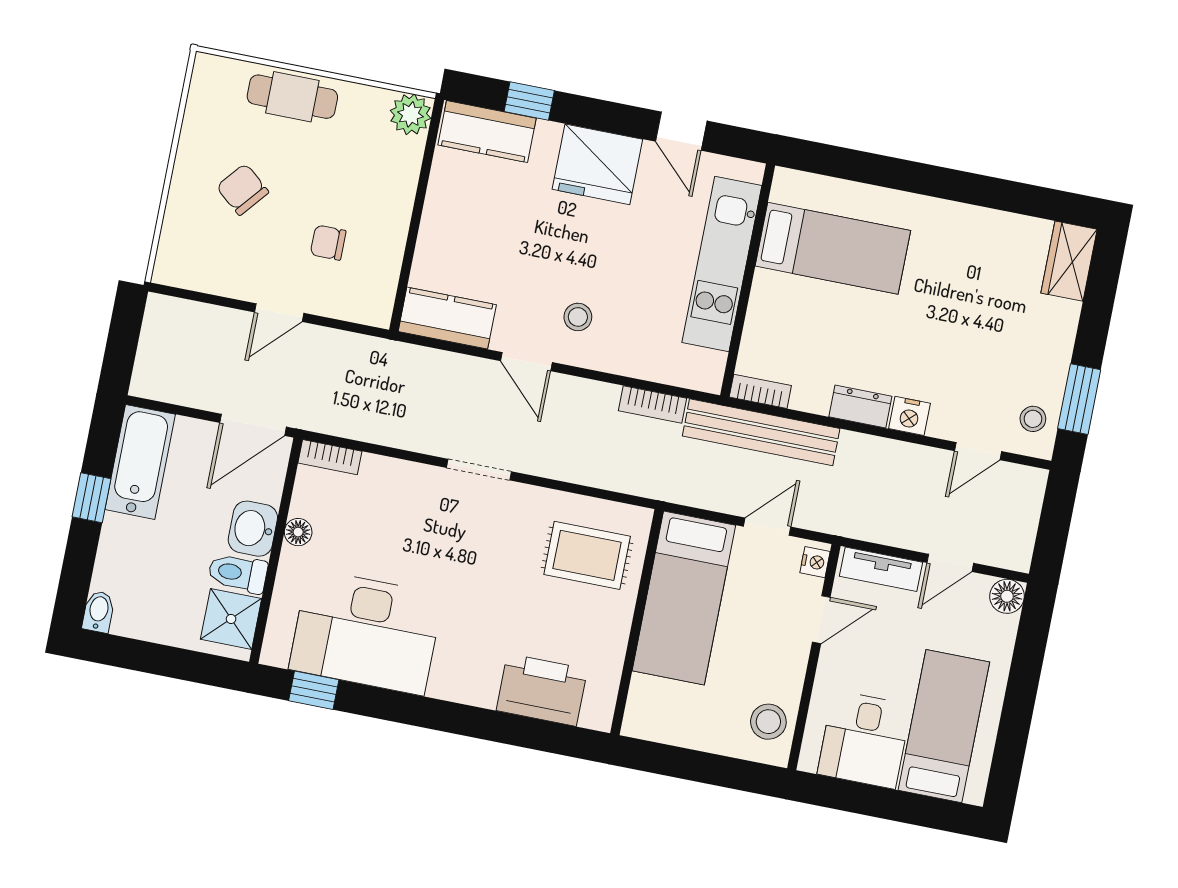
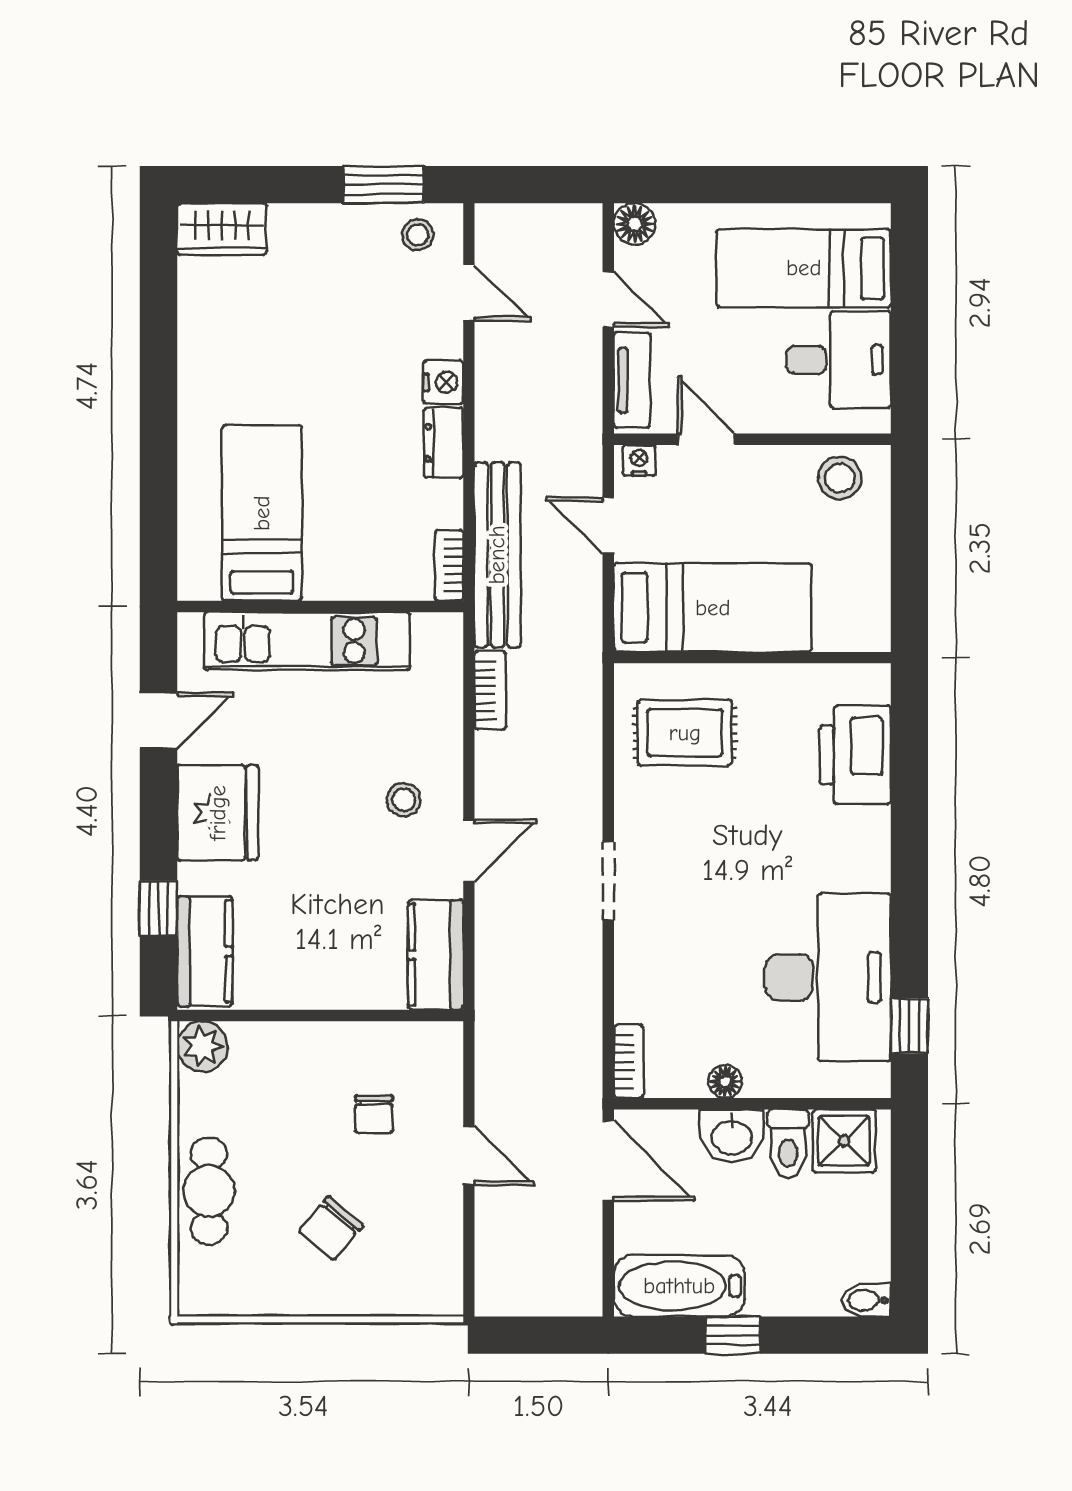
rug: (587, 555) -> (685, 733), turned 90

